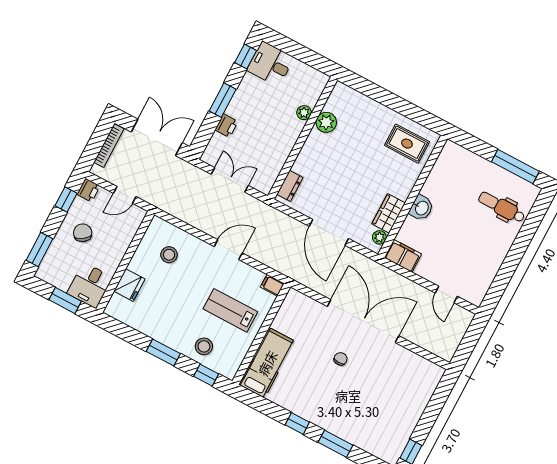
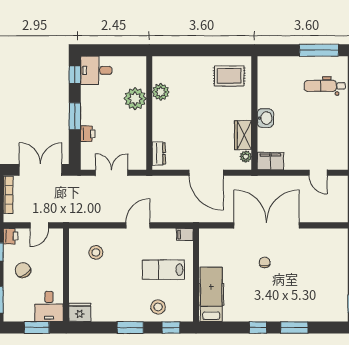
plant: (304, 113) -> (135, 99), width x1.87, depth x1.87
fridge: (129, 285) -> (80, 312), moved, turned -90

